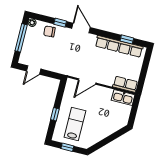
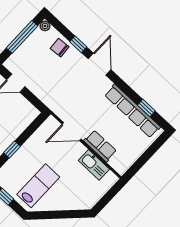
row of seats: (125, 84) -> (100, 146), moved
kitchen sink: (123, 97) -> (94, 165), moved
lab bench: (75, 124) -> (38, 186), moved

